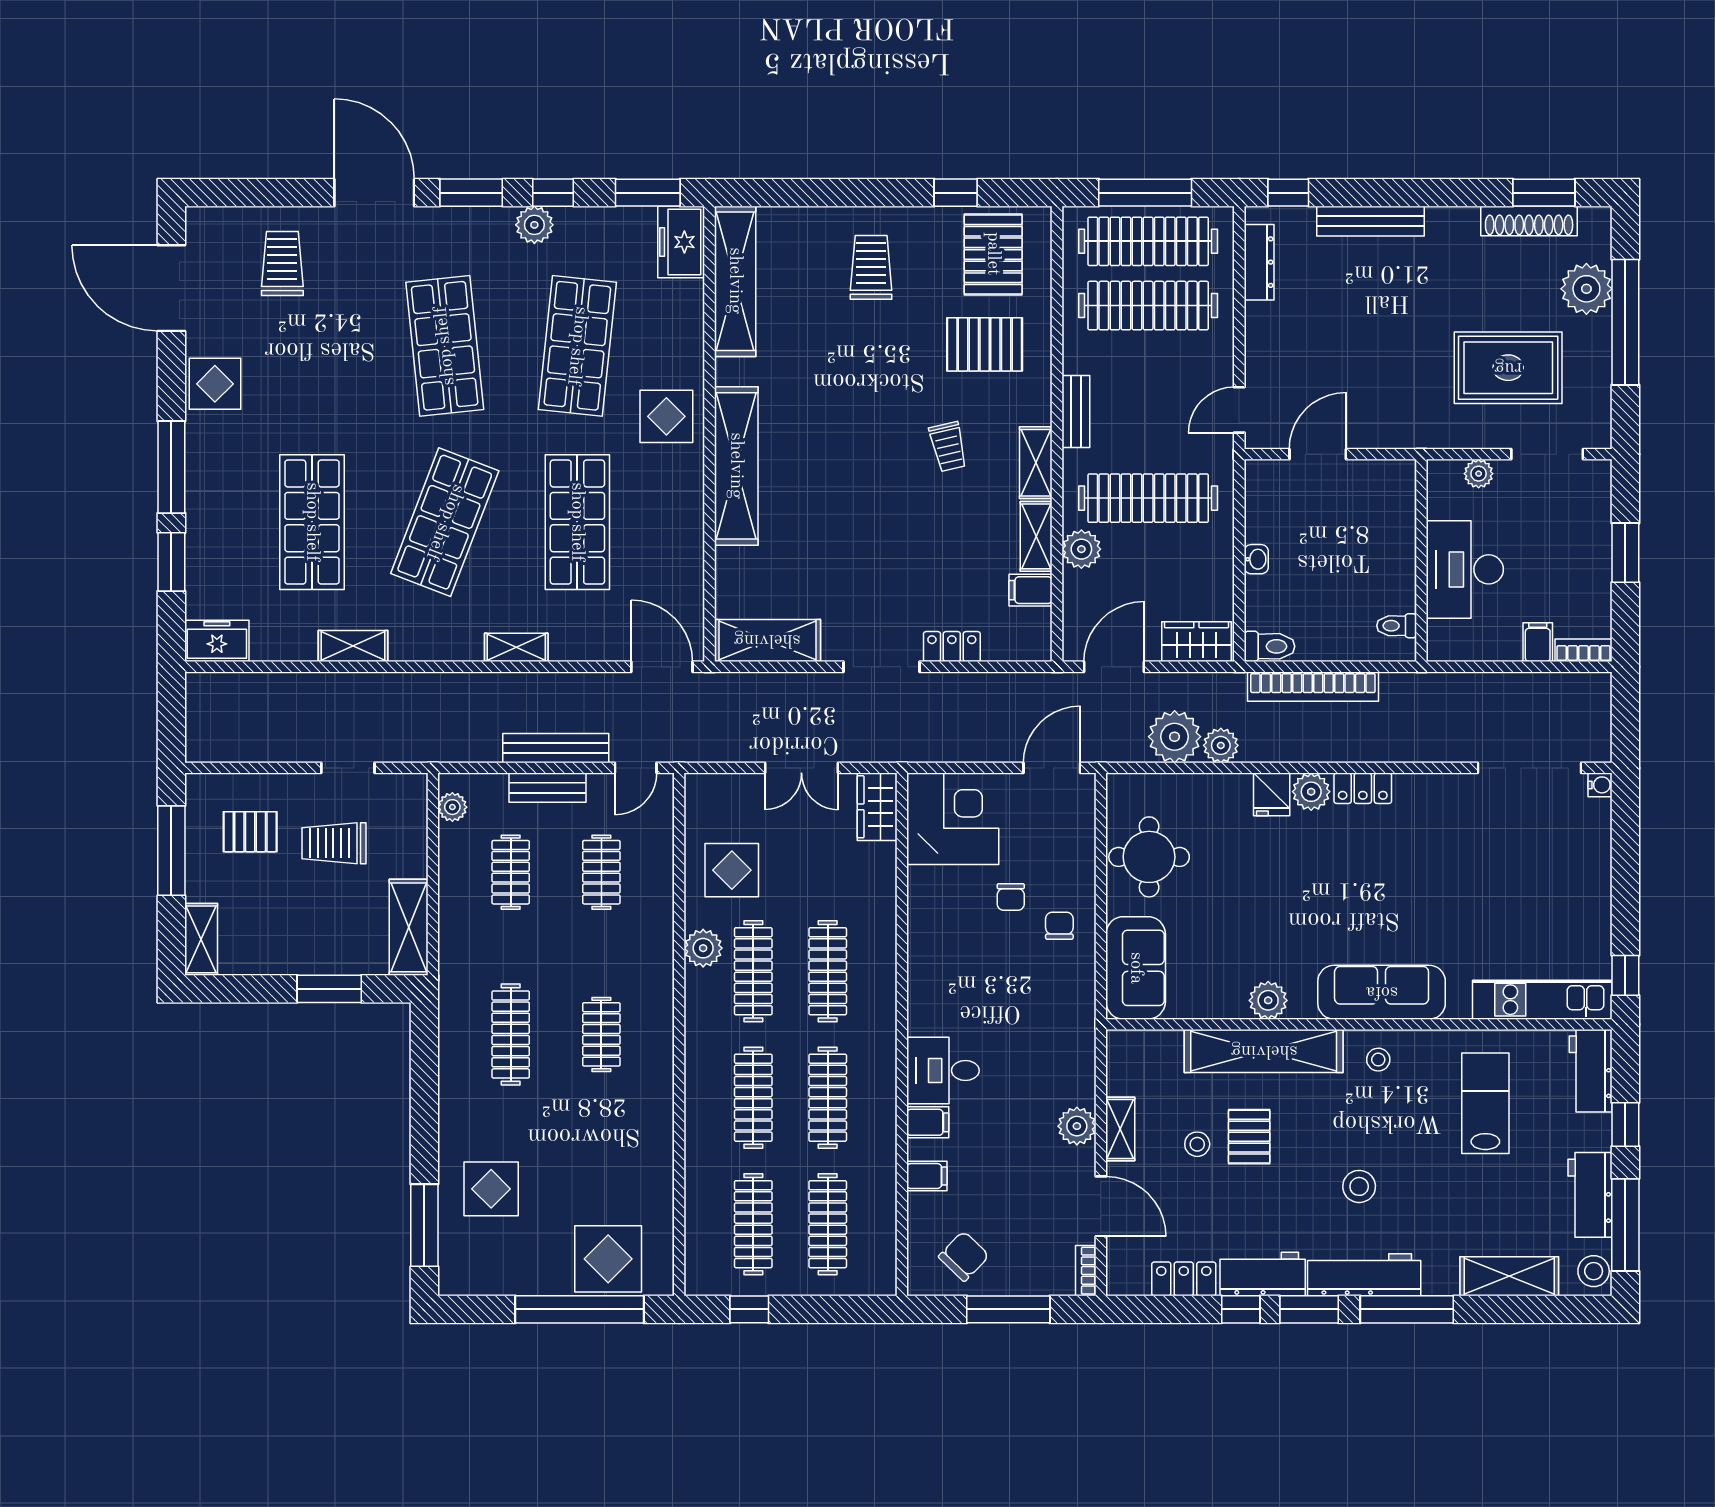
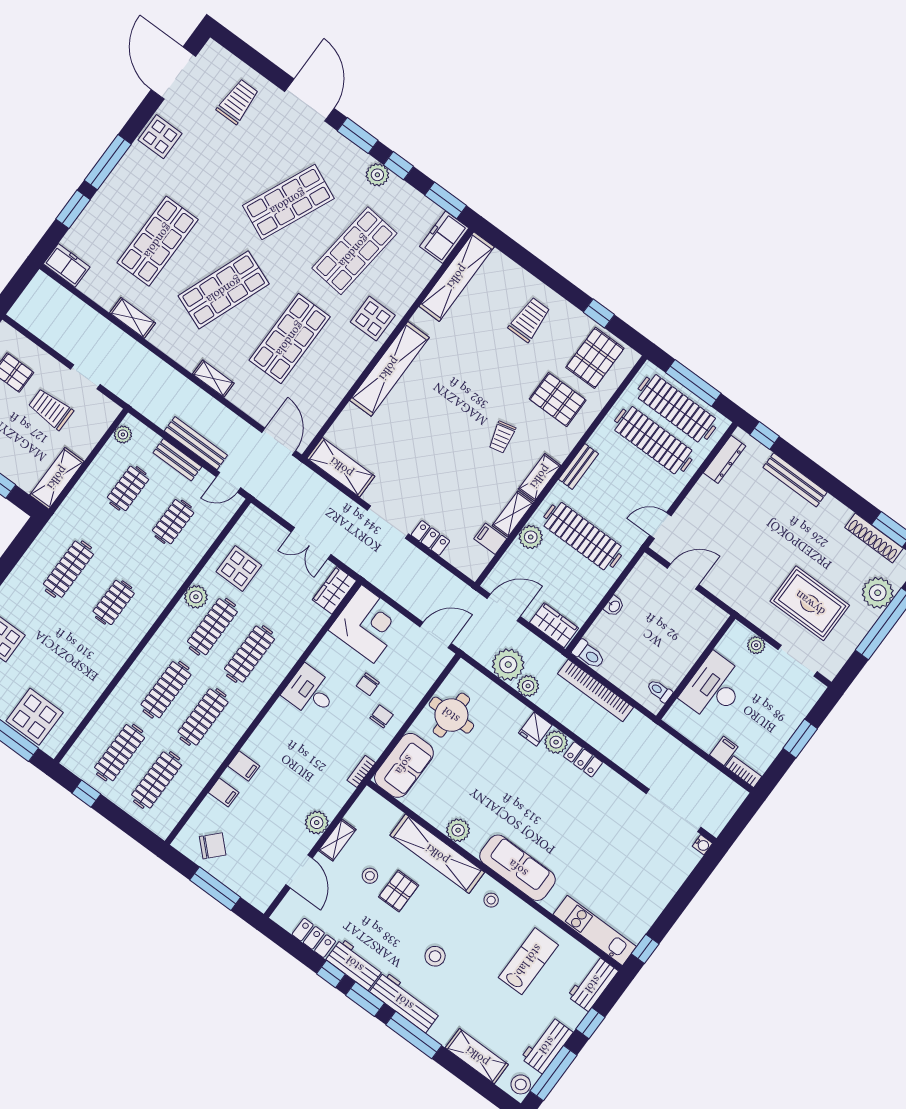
shop shelf: (445, 346) -> (288, 202), turned 30
desk: (943, 1071) -> (310, 692), moved
bookcase: (1086, 1271) -> (361, 771), moved

